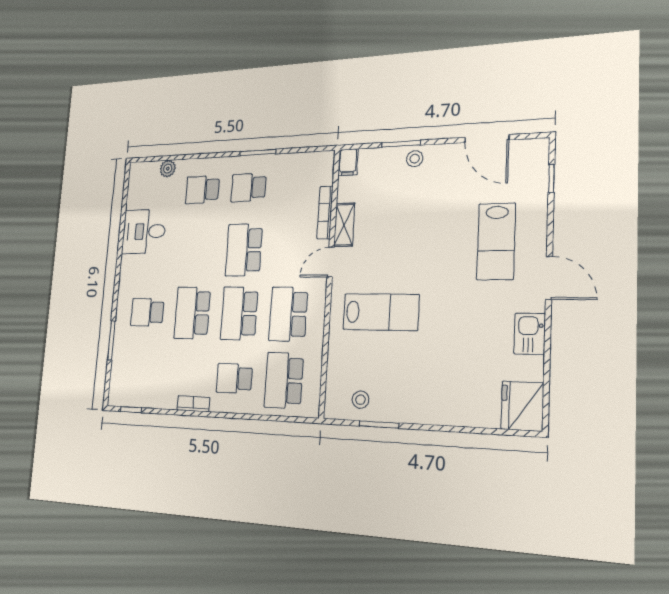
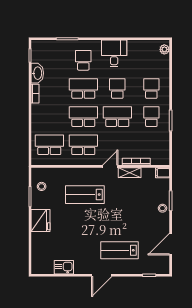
plant: (168, 169) -> (164, 49), moved
desk: (144, 231) -> (114, 53), moved
door: (331, 262) -> (110, 166), hinge flipped
lab bench: (381, 312) -> (85, 195), turned 90
kitchen sink: (530, 334) -> (64, 267), moved
school desk: (234, 378) -> (117, 88), moved
washbasin: (160, 398) -> (37, 73), added
fridge: (522, 406) -> (41, 221), moved, turned 90

